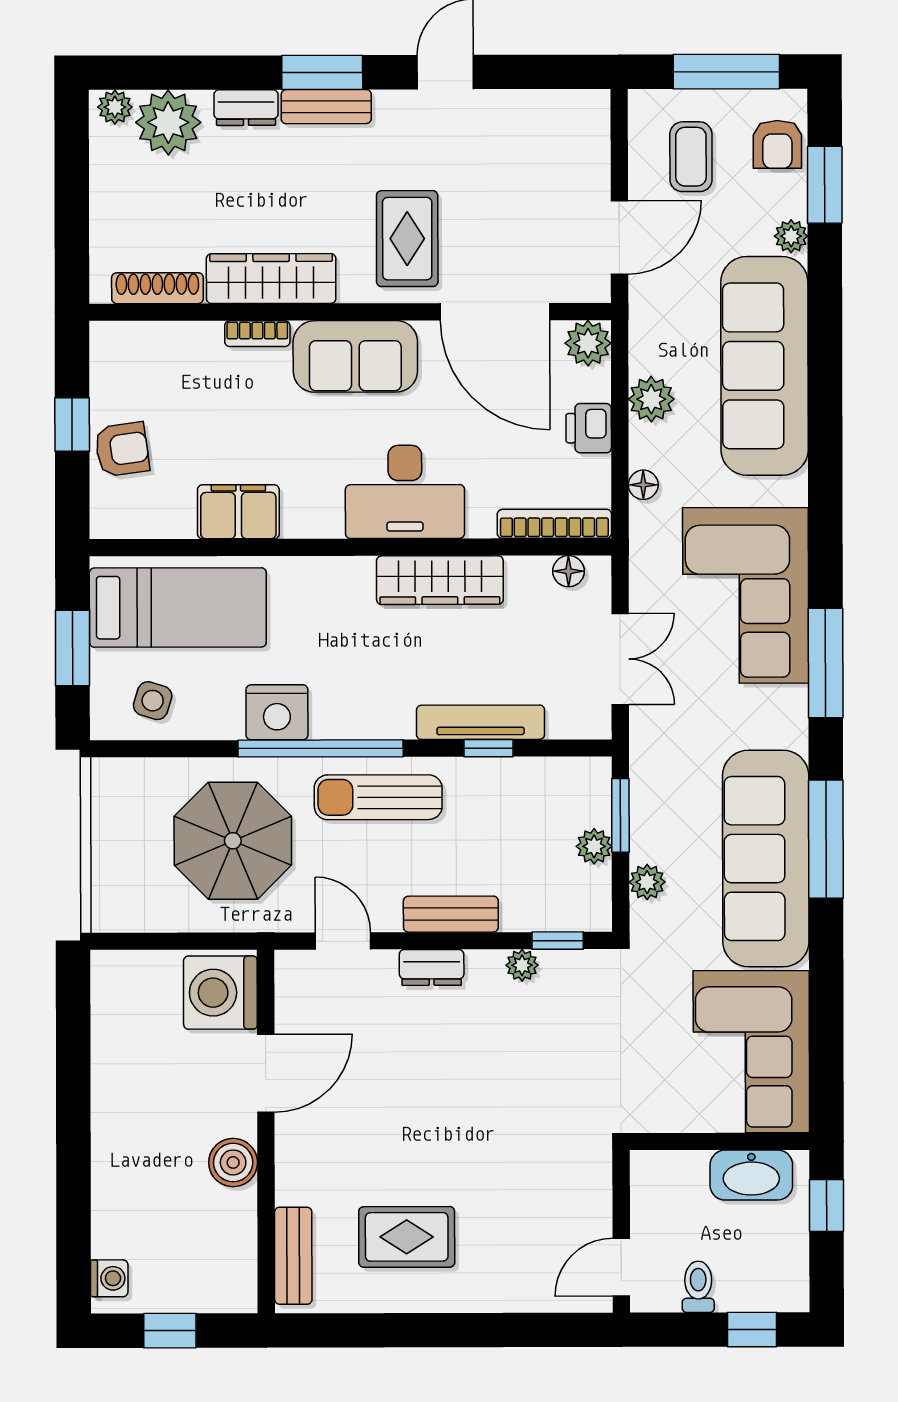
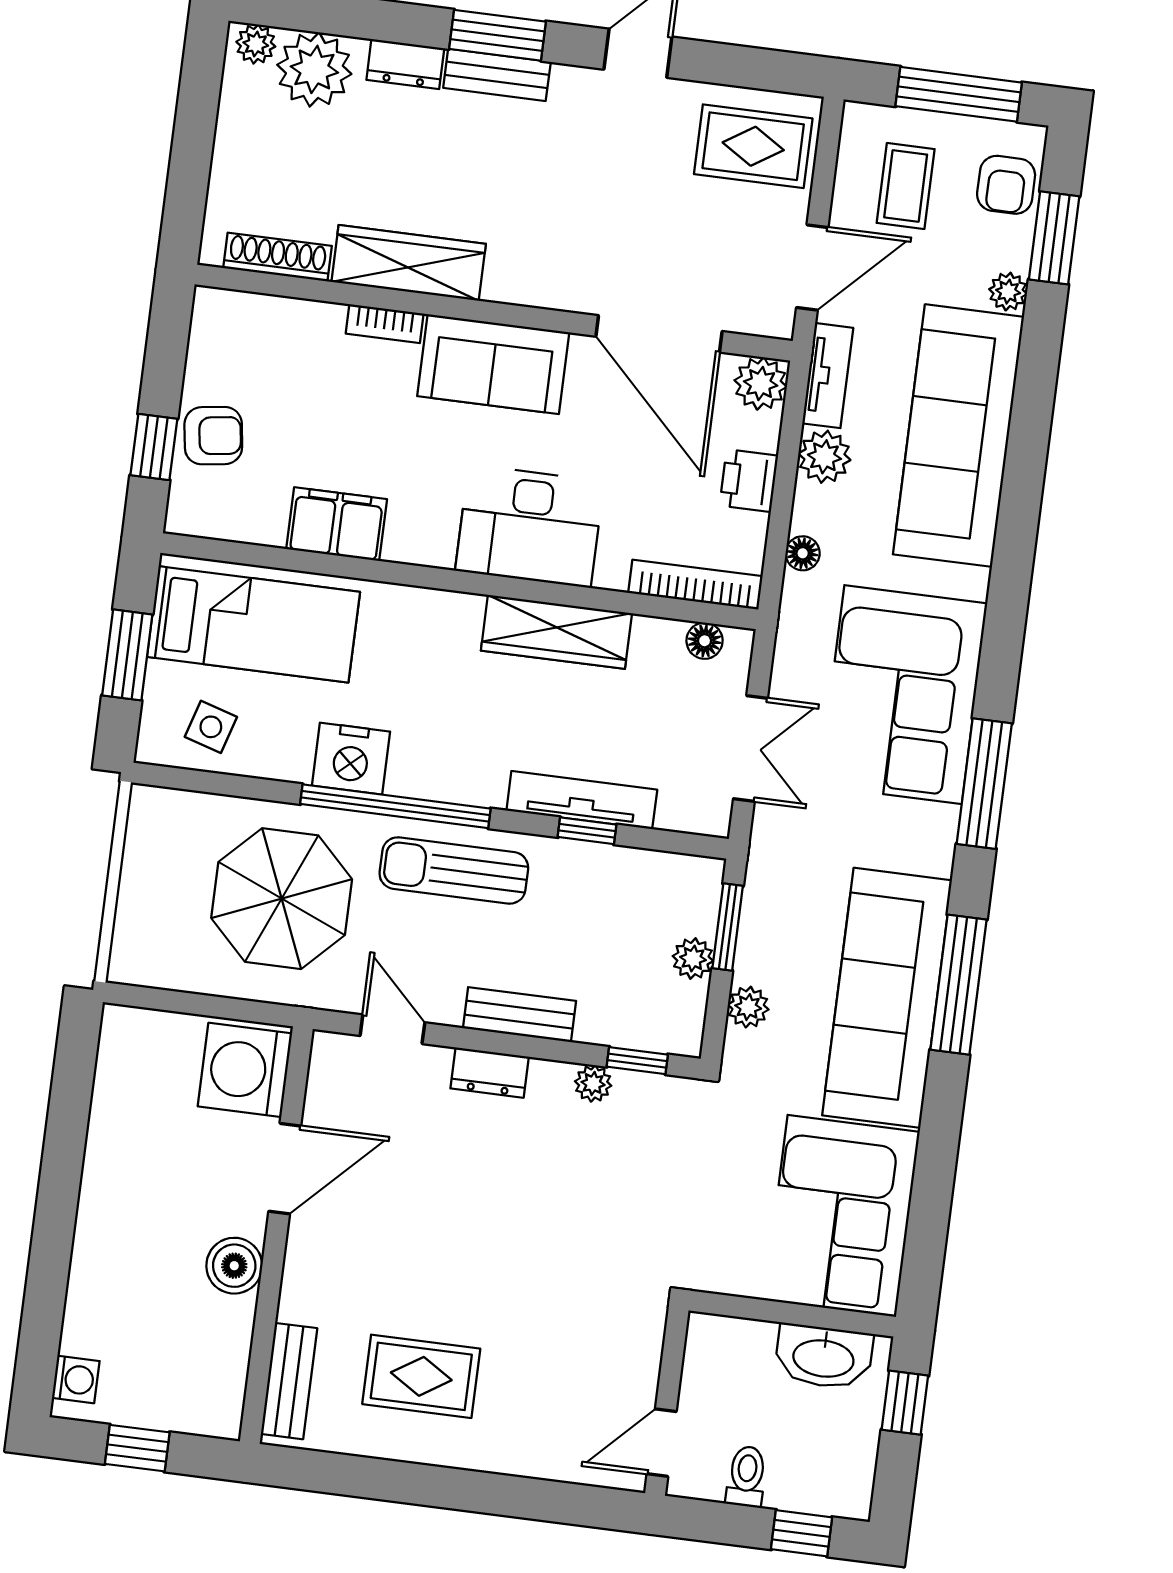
rug: (407, 239) -> (753, 146), moved, turned 90
tv unit: (645, 329) -> (828, 376), added
window: (72, 424) -> (154, 447), moved

